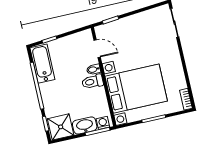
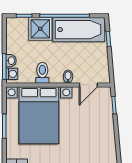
bathtub: (42, 64) -> (79, 30), width x1.36, depth x1.36
toilet: (92, 82) -> (42, 73), moved
washbasin: (85, 125) -> (11, 61), width x0.52, depth x0.69
shower: (61, 127) -> (40, 29), moved

